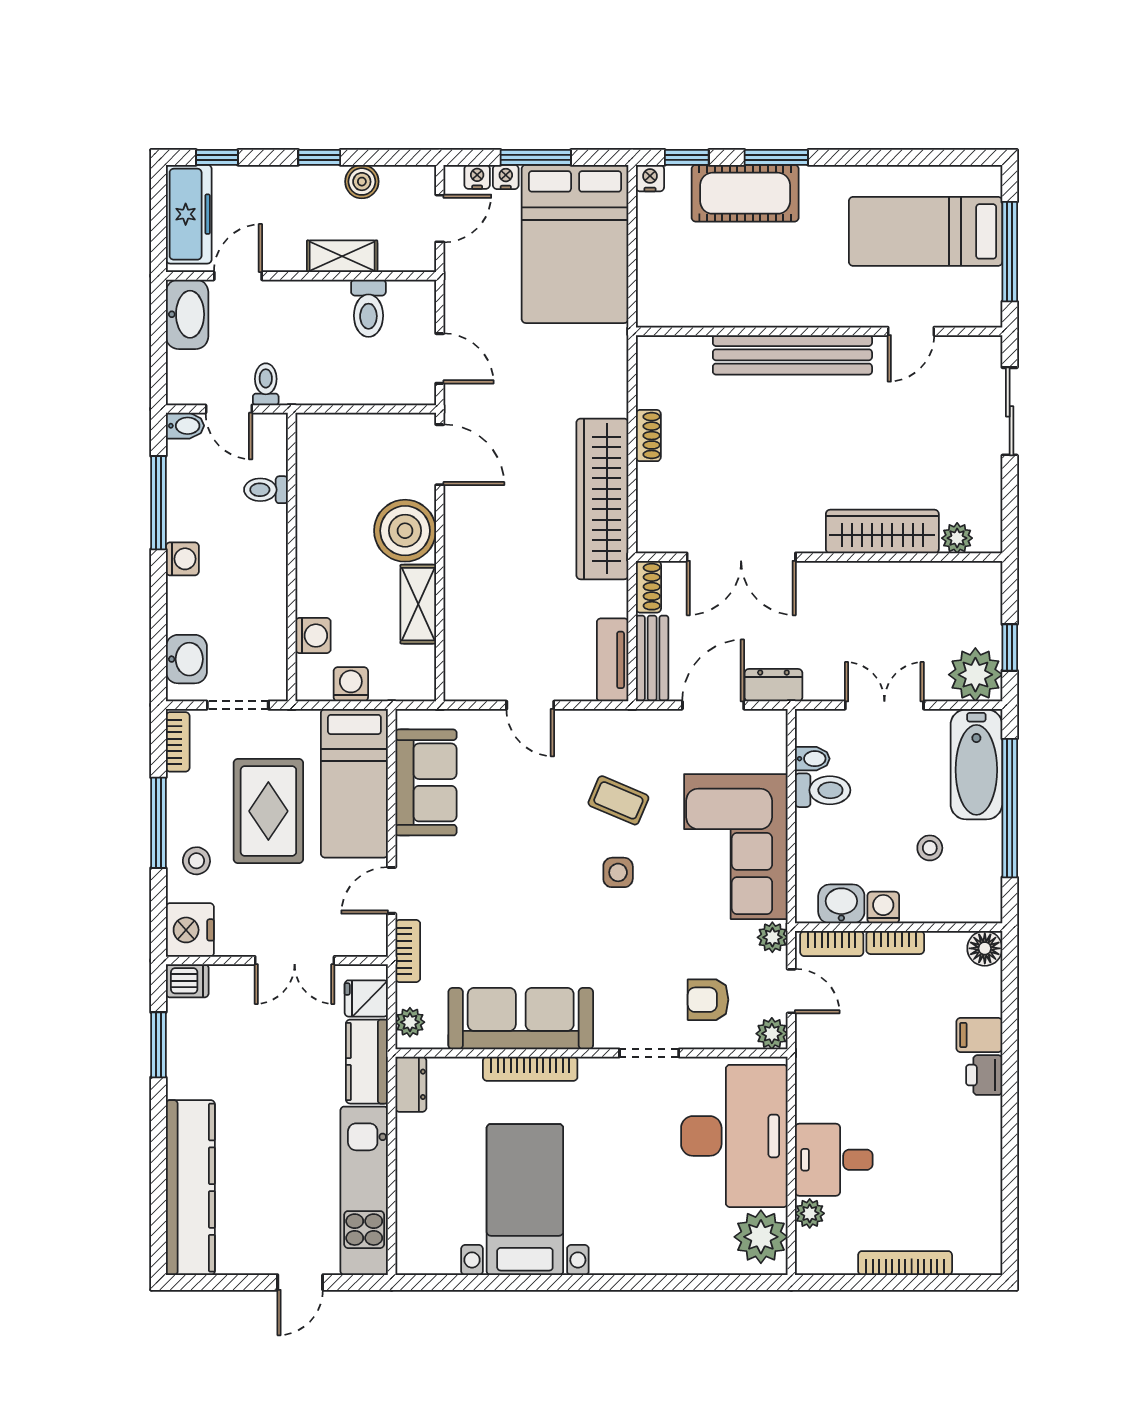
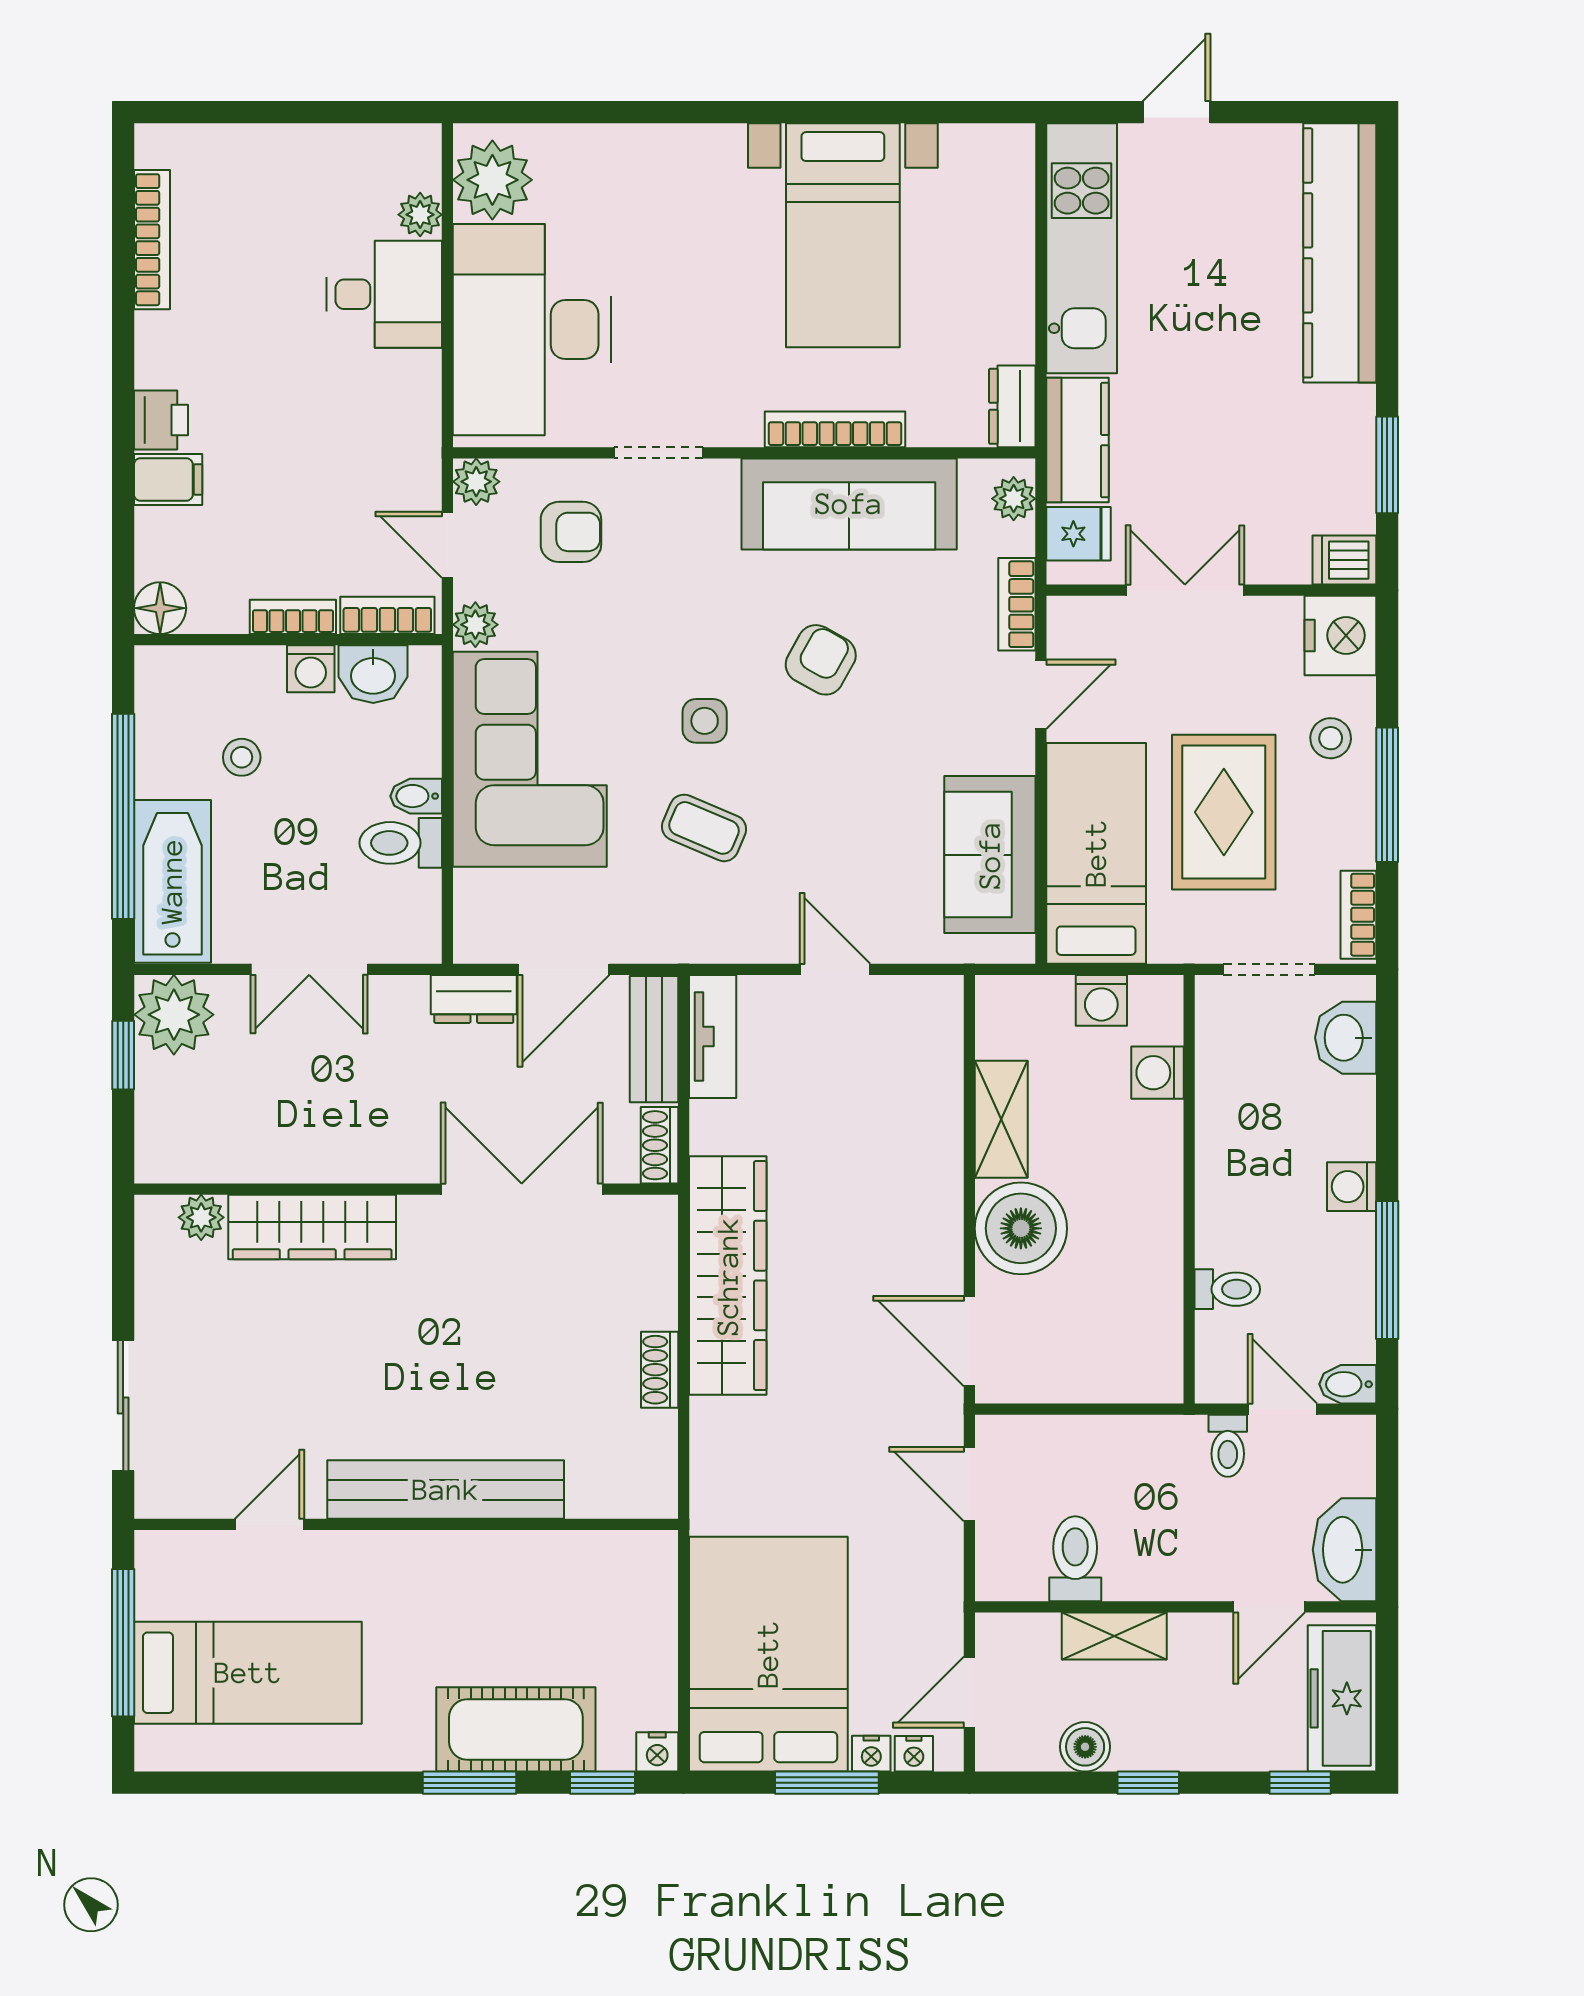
bidet: (812, 759) -> (416, 796), moved
armchair: (540, 914) -> (821, 660), added
bookcase: (905, 1263) -> (152, 240), moved, turned -90

